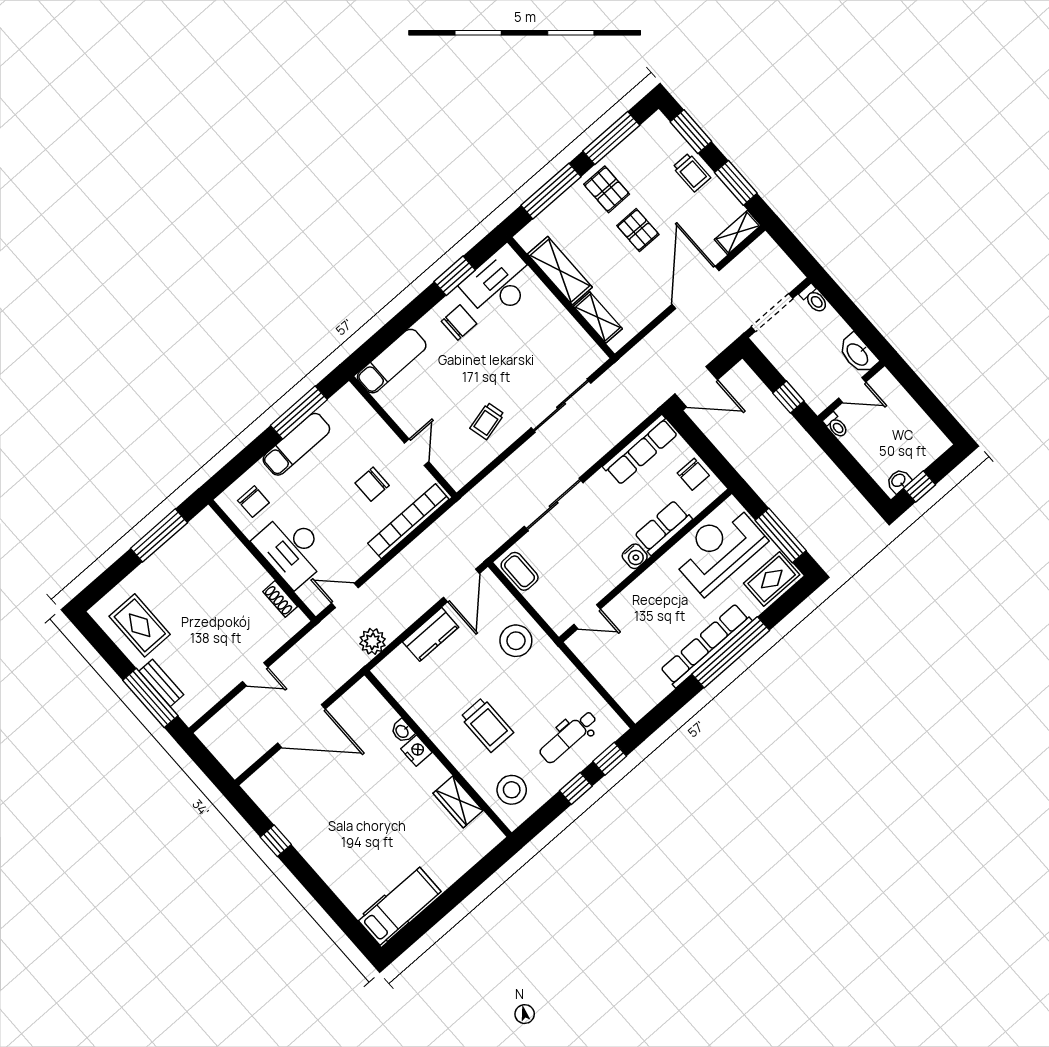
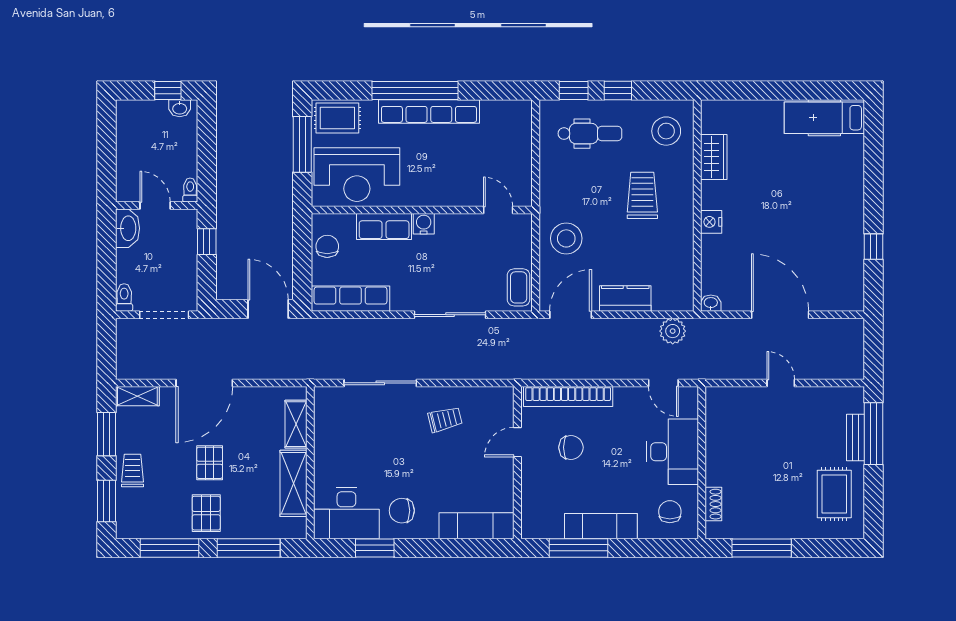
shoe rack: (280, 599) -> (713, 504), moved
washbasin: (402, 731) -> (711, 303), moved, turned -90

